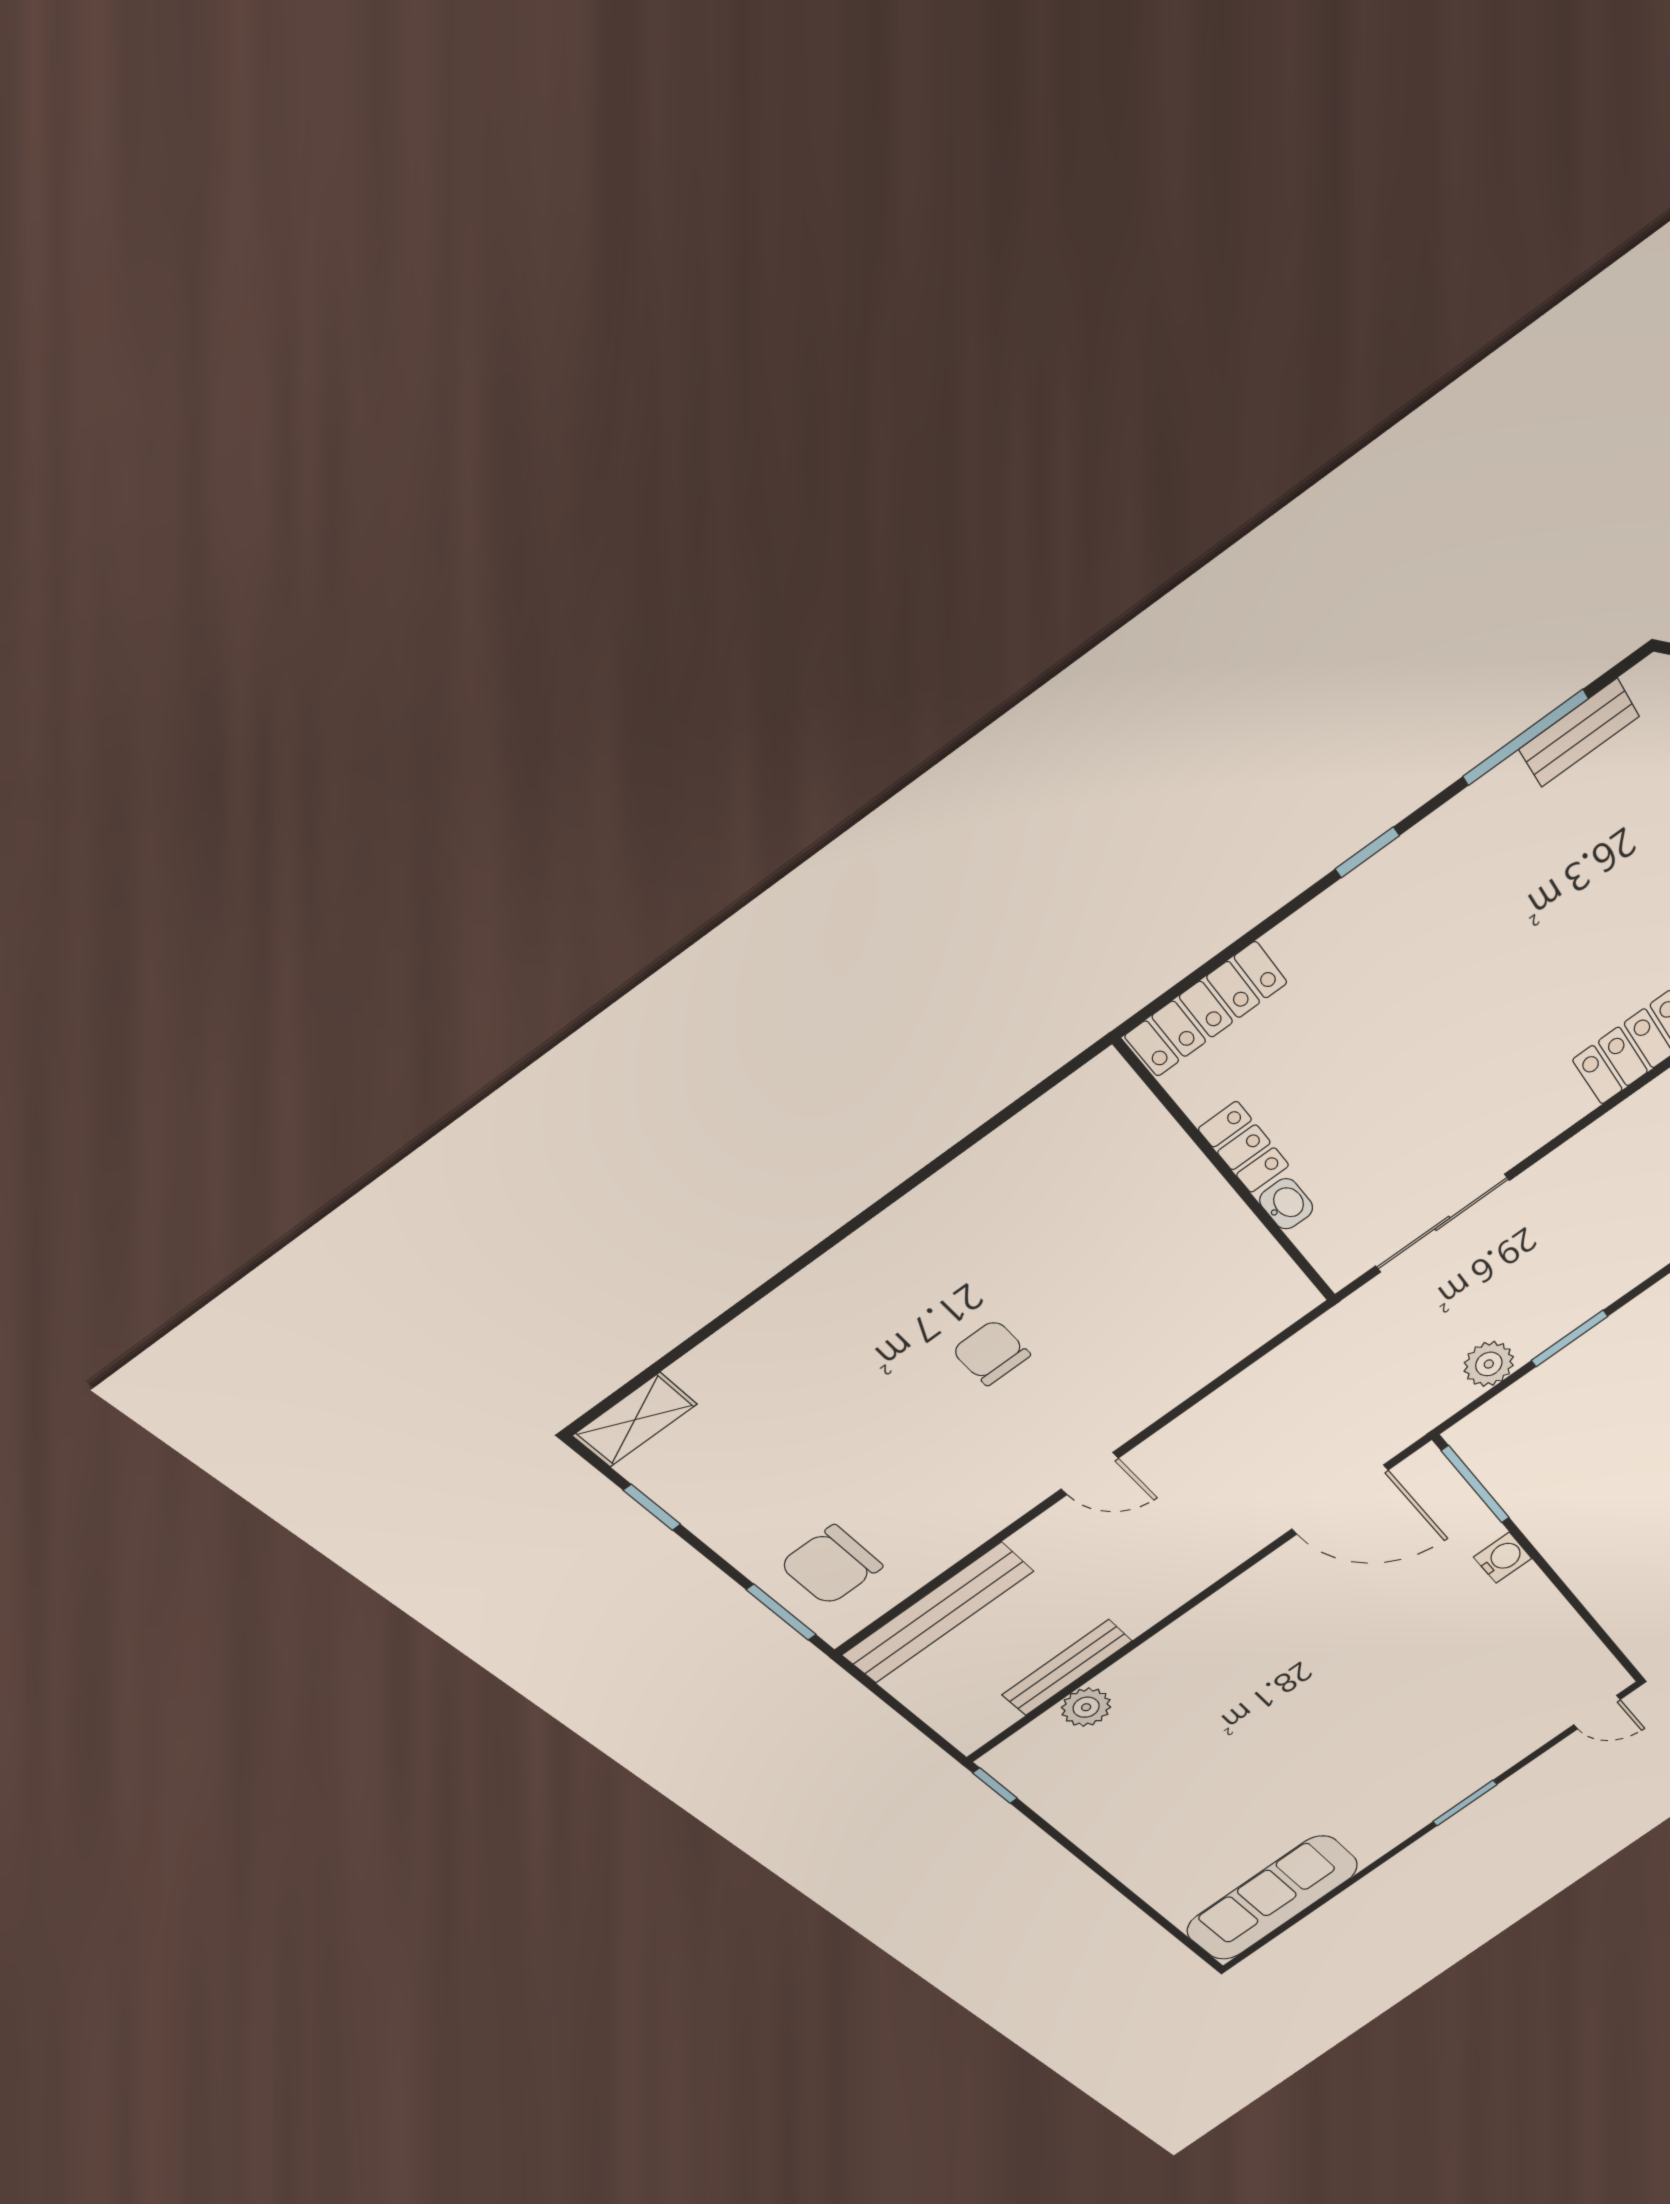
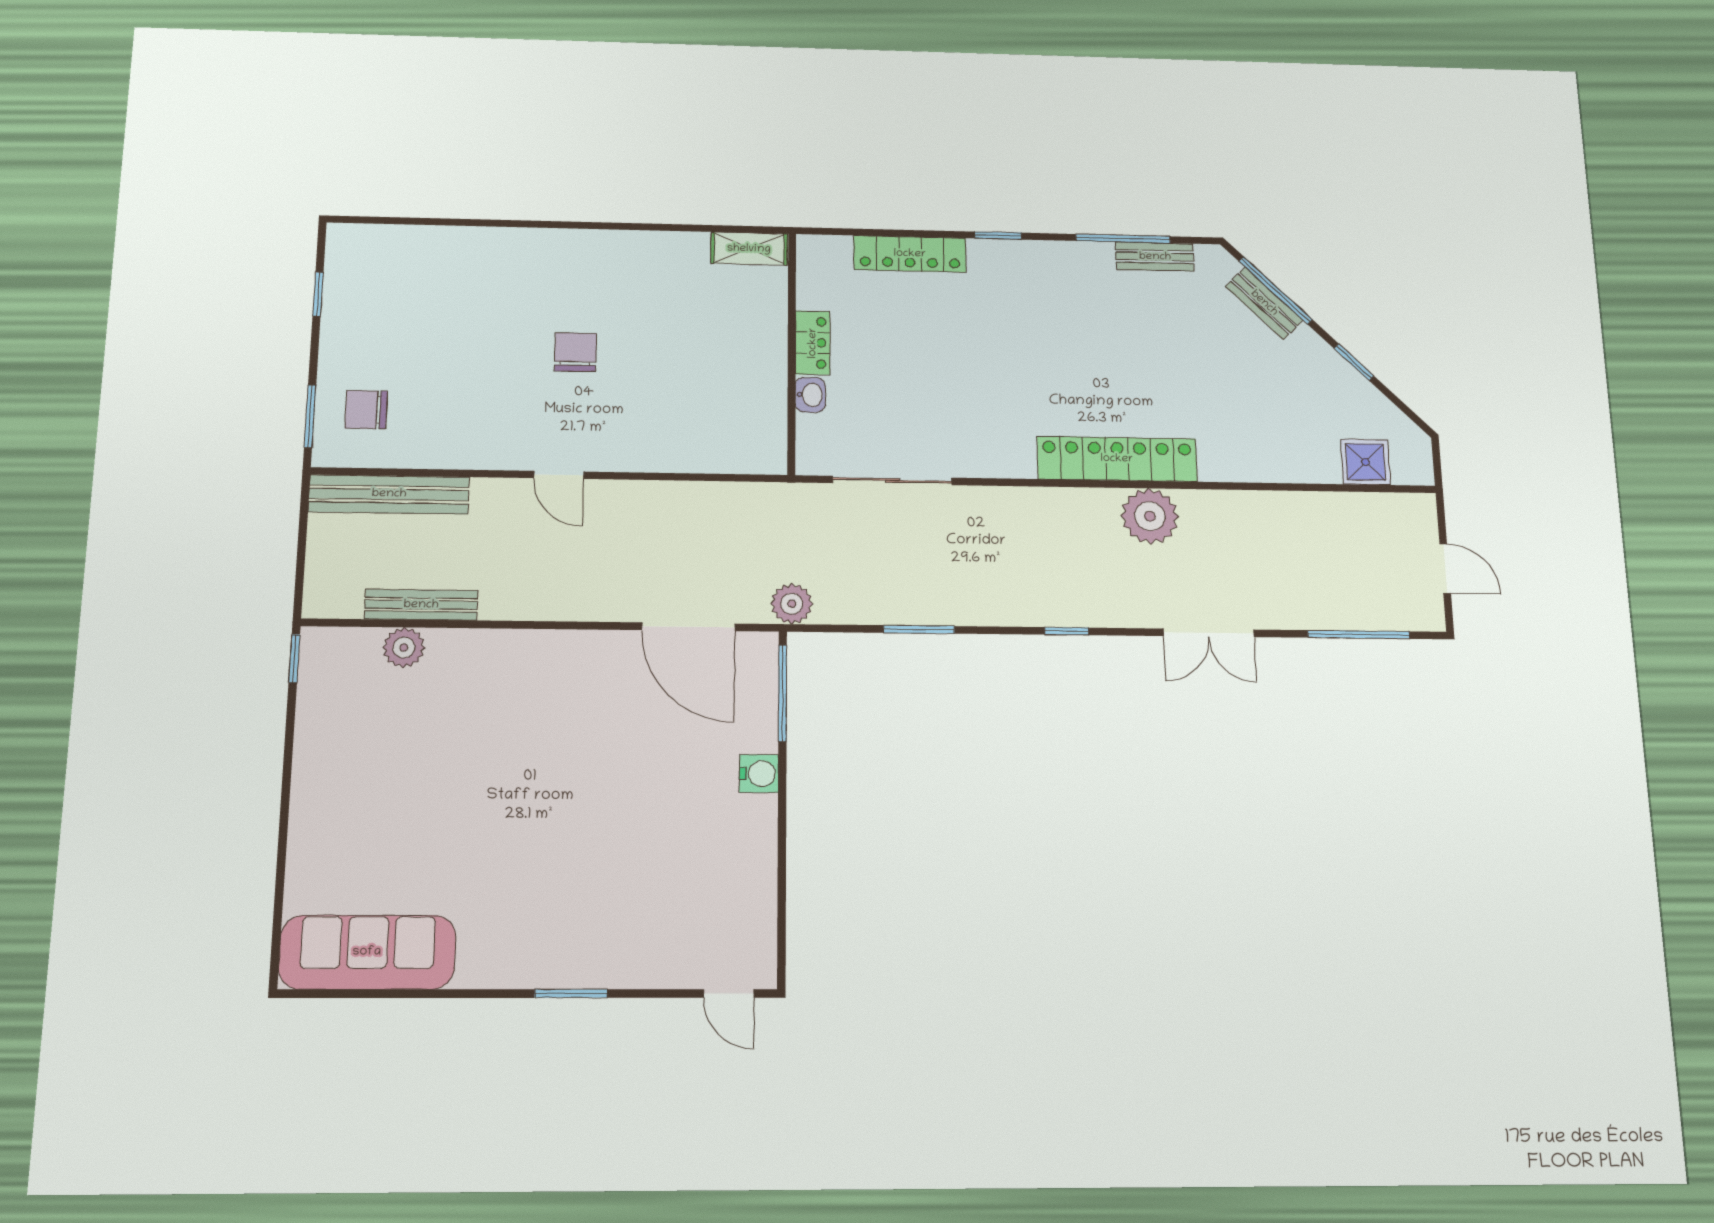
locker: (1206, 1009) -> (910, 254), moved
plant: (1489, 1364) -> (792, 604), moved
shelving: (635, 1420) -> (749, 249), moved
chair: (831, 1565) -> (366, 410), width x0.73, depth x0.73

